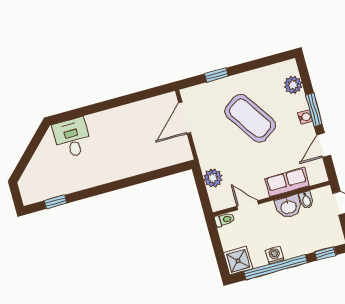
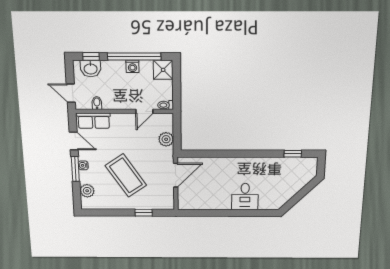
door: (185, 118) -> (176, 175), moved
desk: (72, 138) -> (245, 197), moved
door: (324, 145) -> (74, 141), hinge flipped
row of seats: (287, 182) -> (94, 121), moved
door: (248, 205) -> (144, 111), hinge flipped
washbasin: (288, 207) -> (91, 69), moved, turned 180

